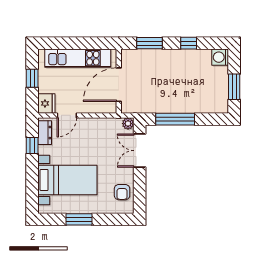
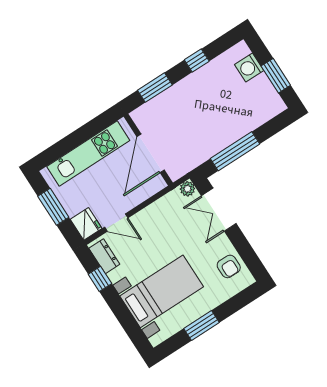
washing machine: (220, 57) -> (249, 67), moved
window: (32, 78) -> (53, 207), width x1.50
door: (67, 115) -> (116, 223), hinge flipped

